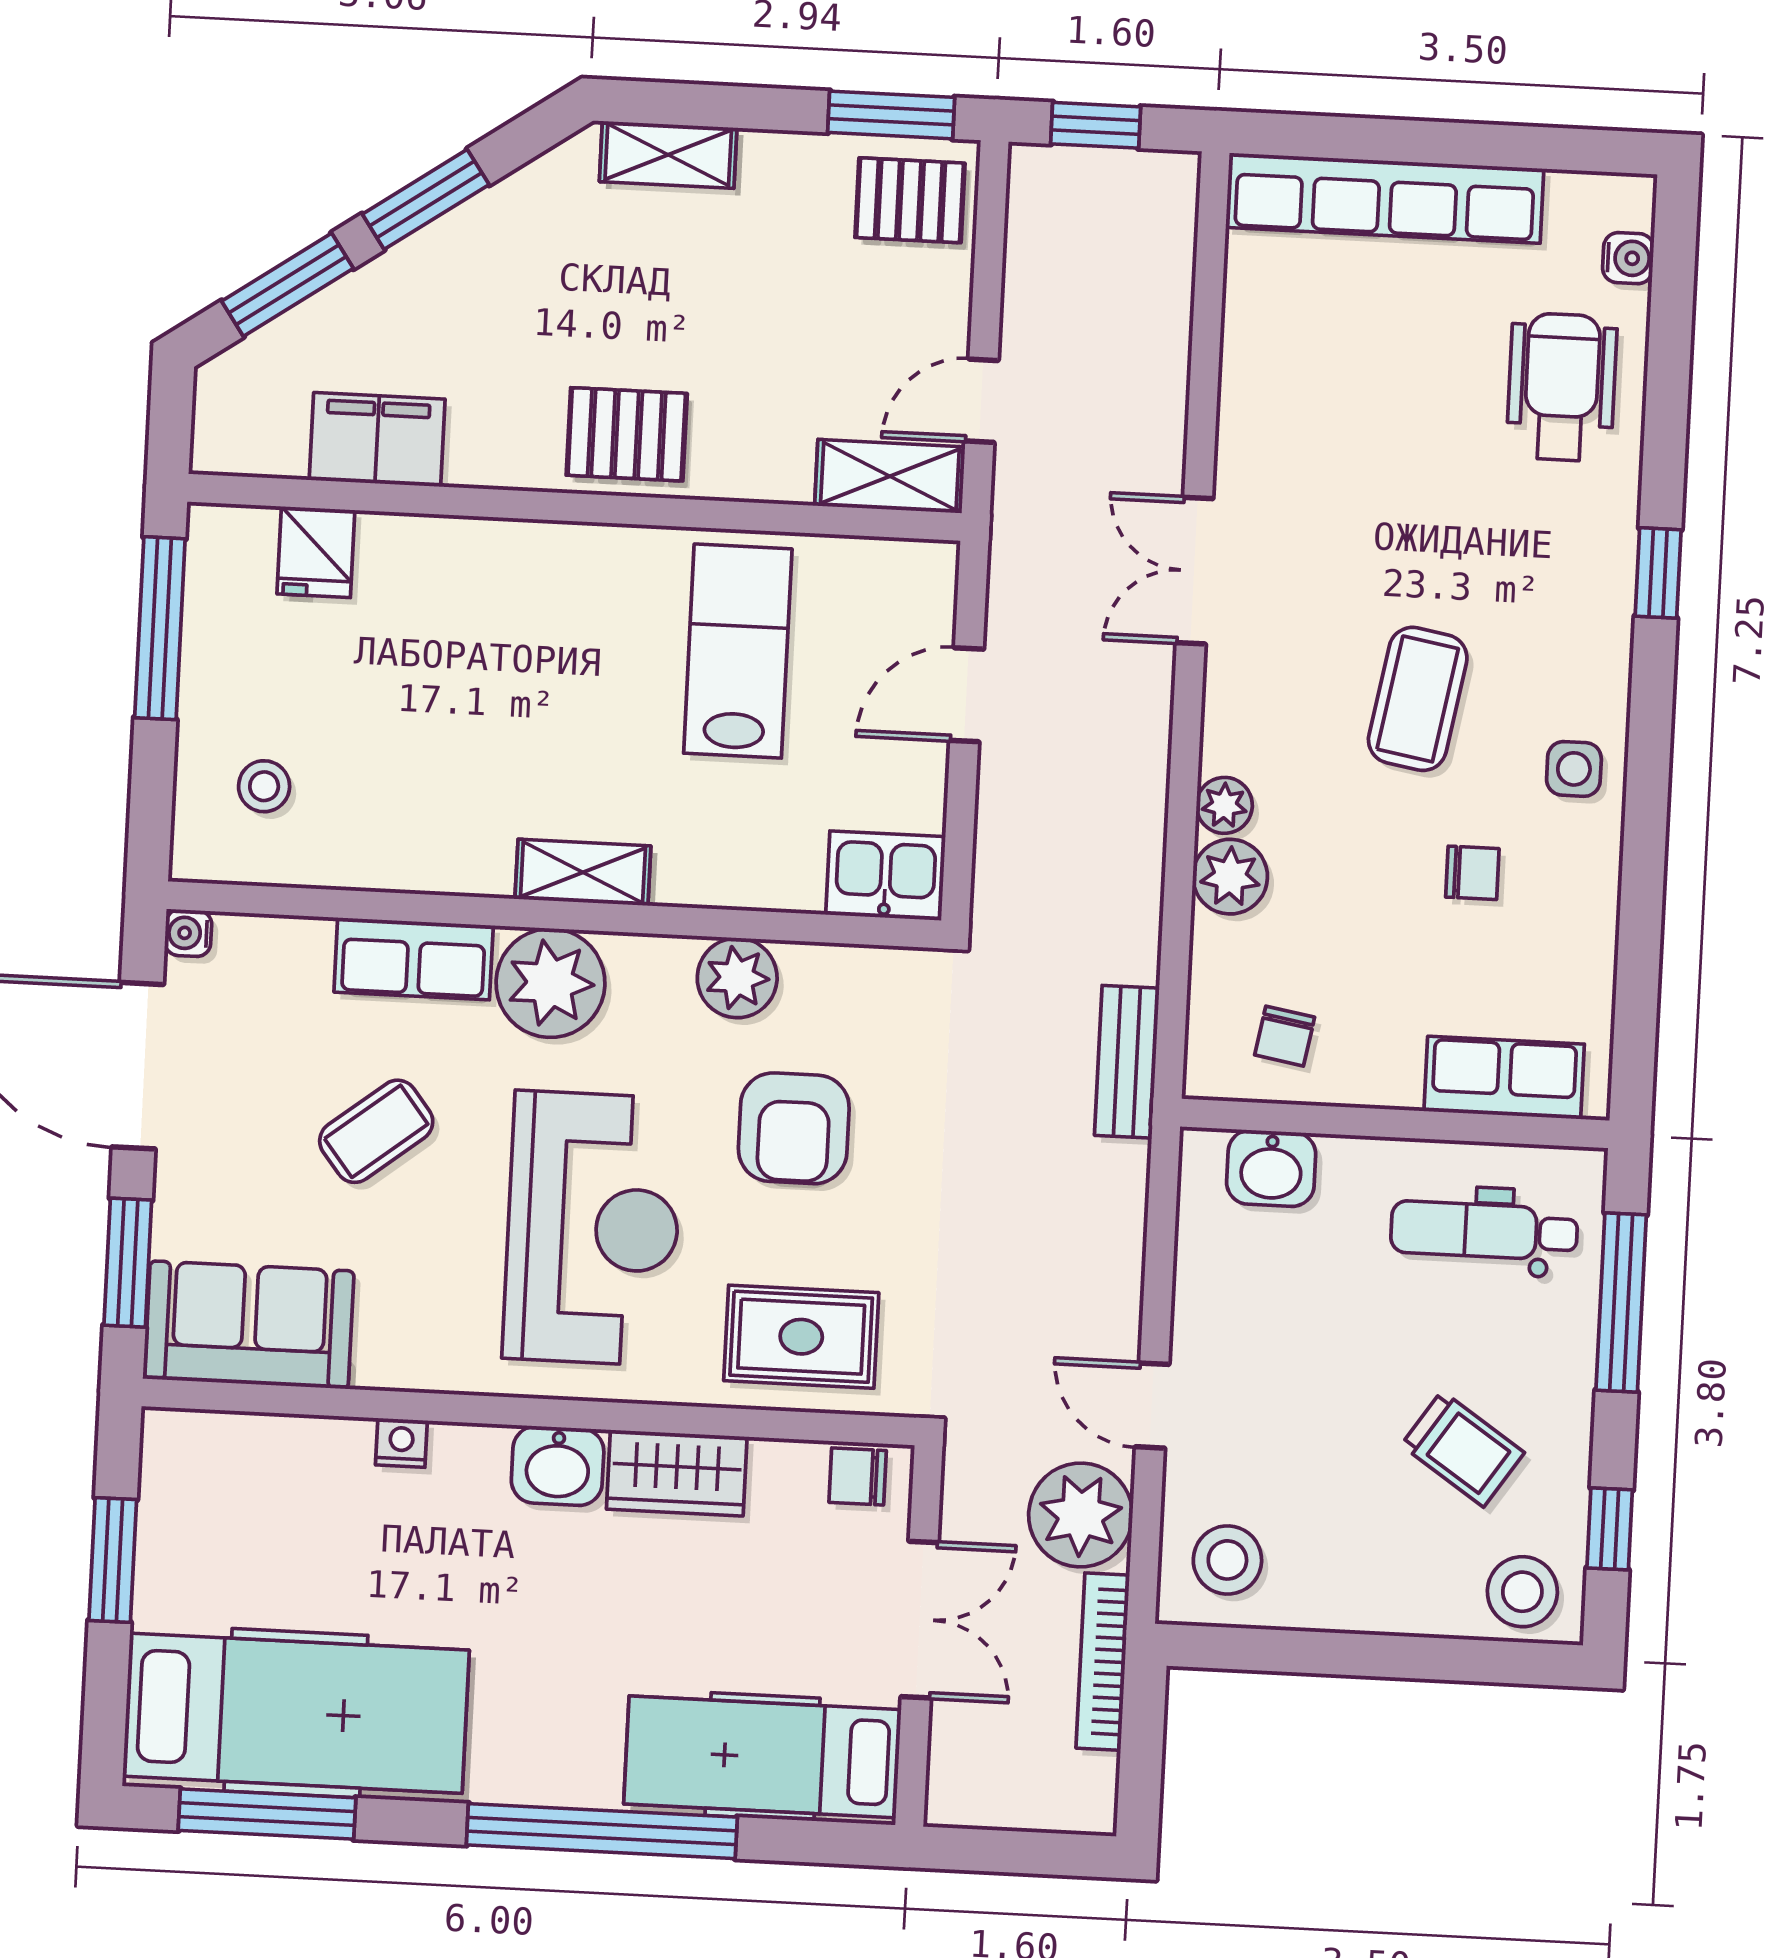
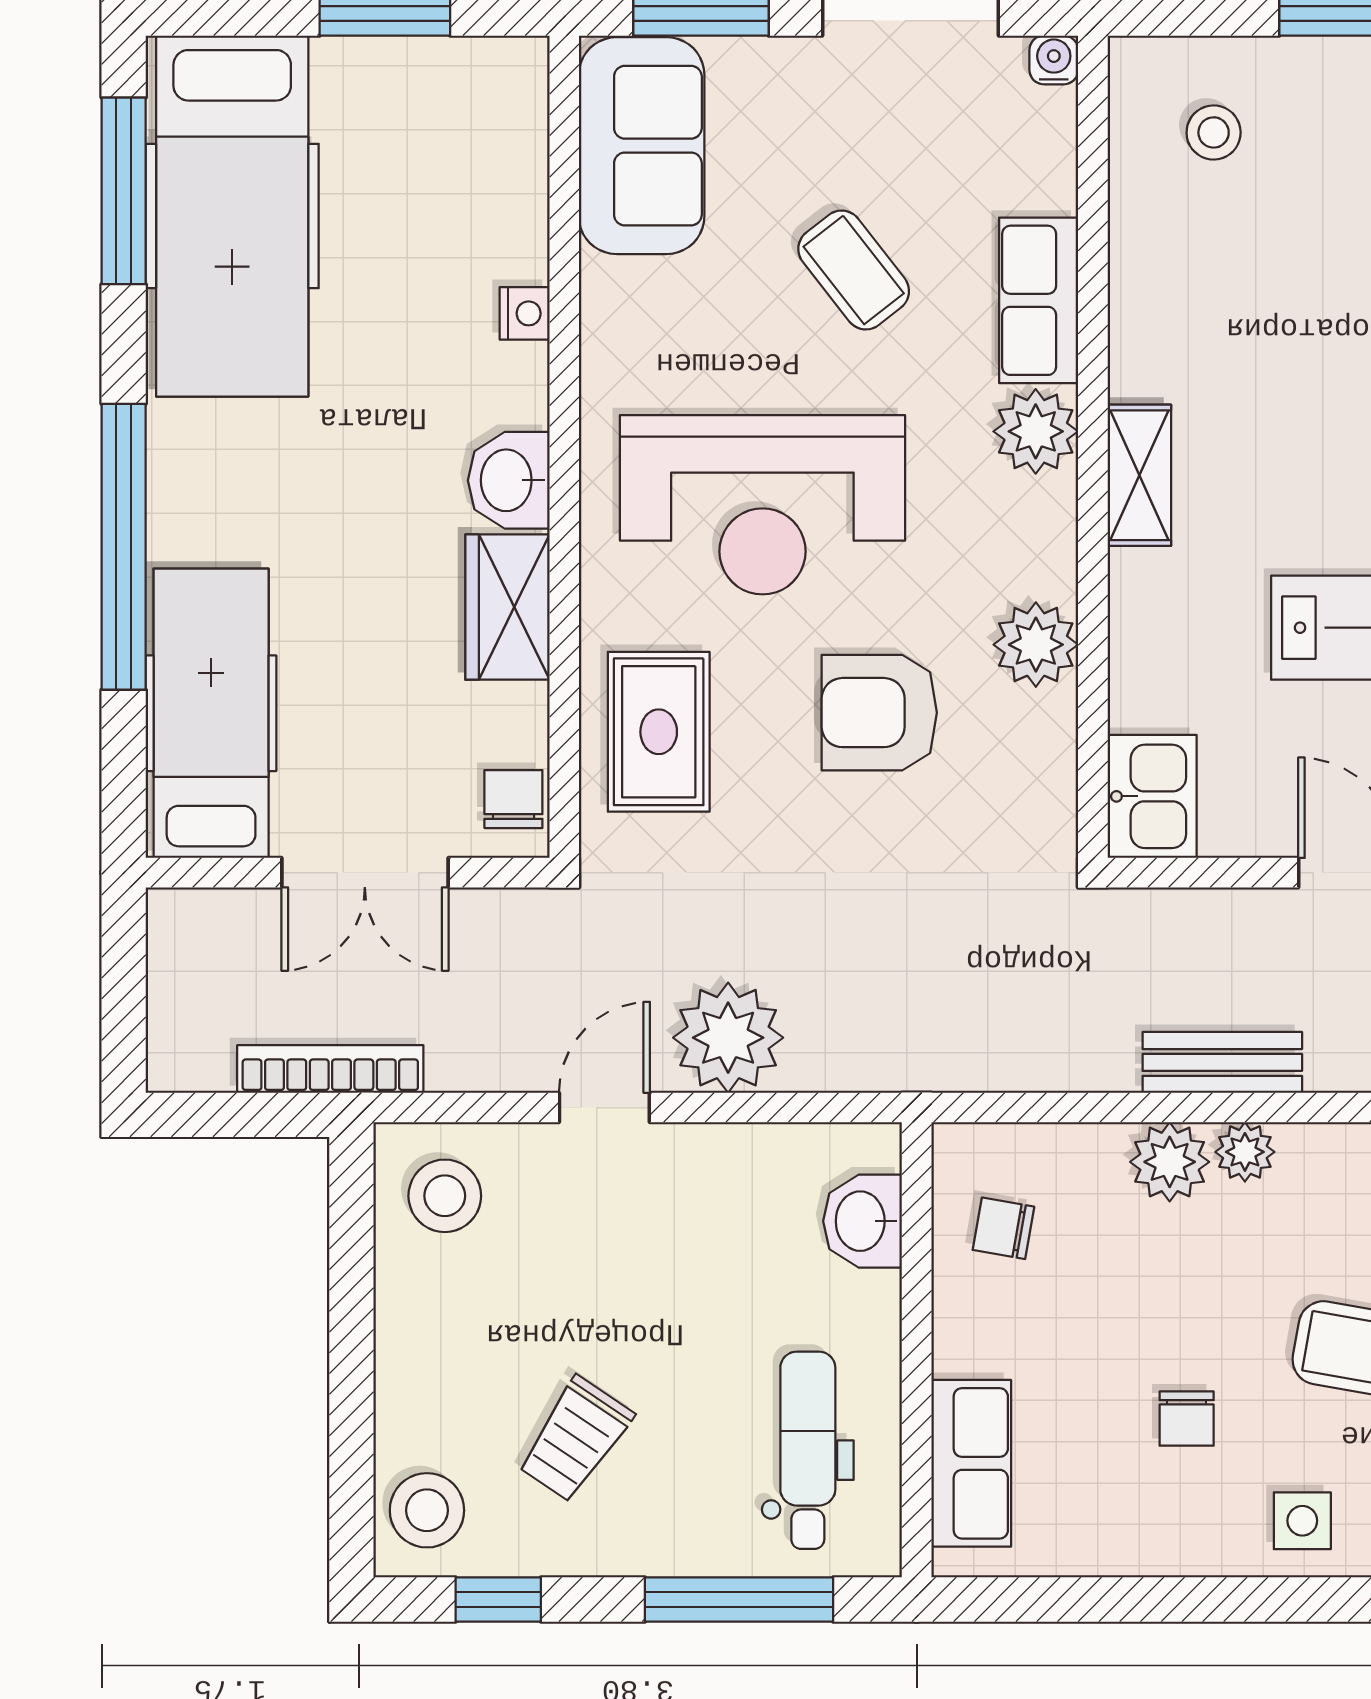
plant: (550, 983) -> (1036, 431), width x0.73, depth x0.73
bench: (1127, 1062) -> (1222, 1062), moved
plant: (1081, 1515) -> (728, 1038), moved

